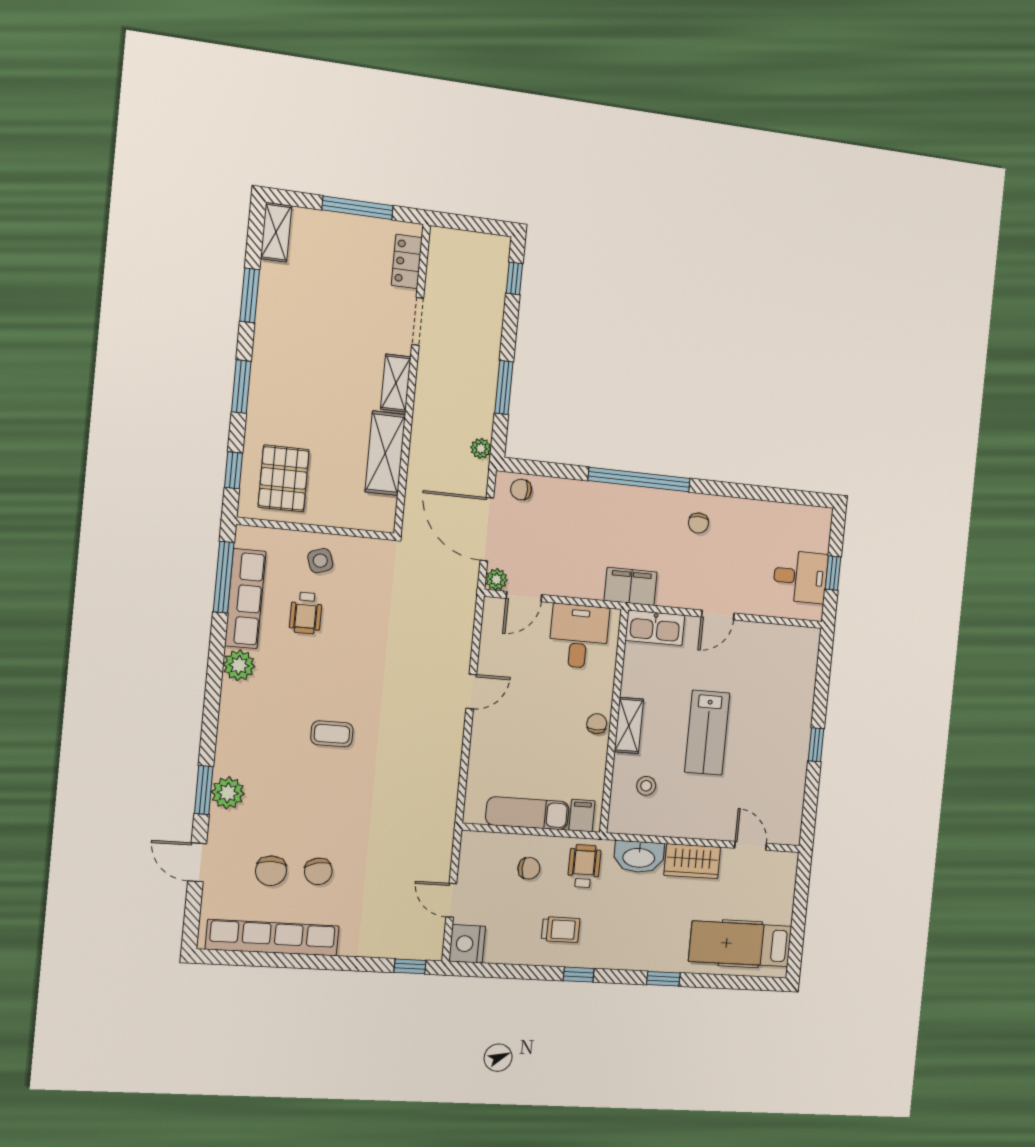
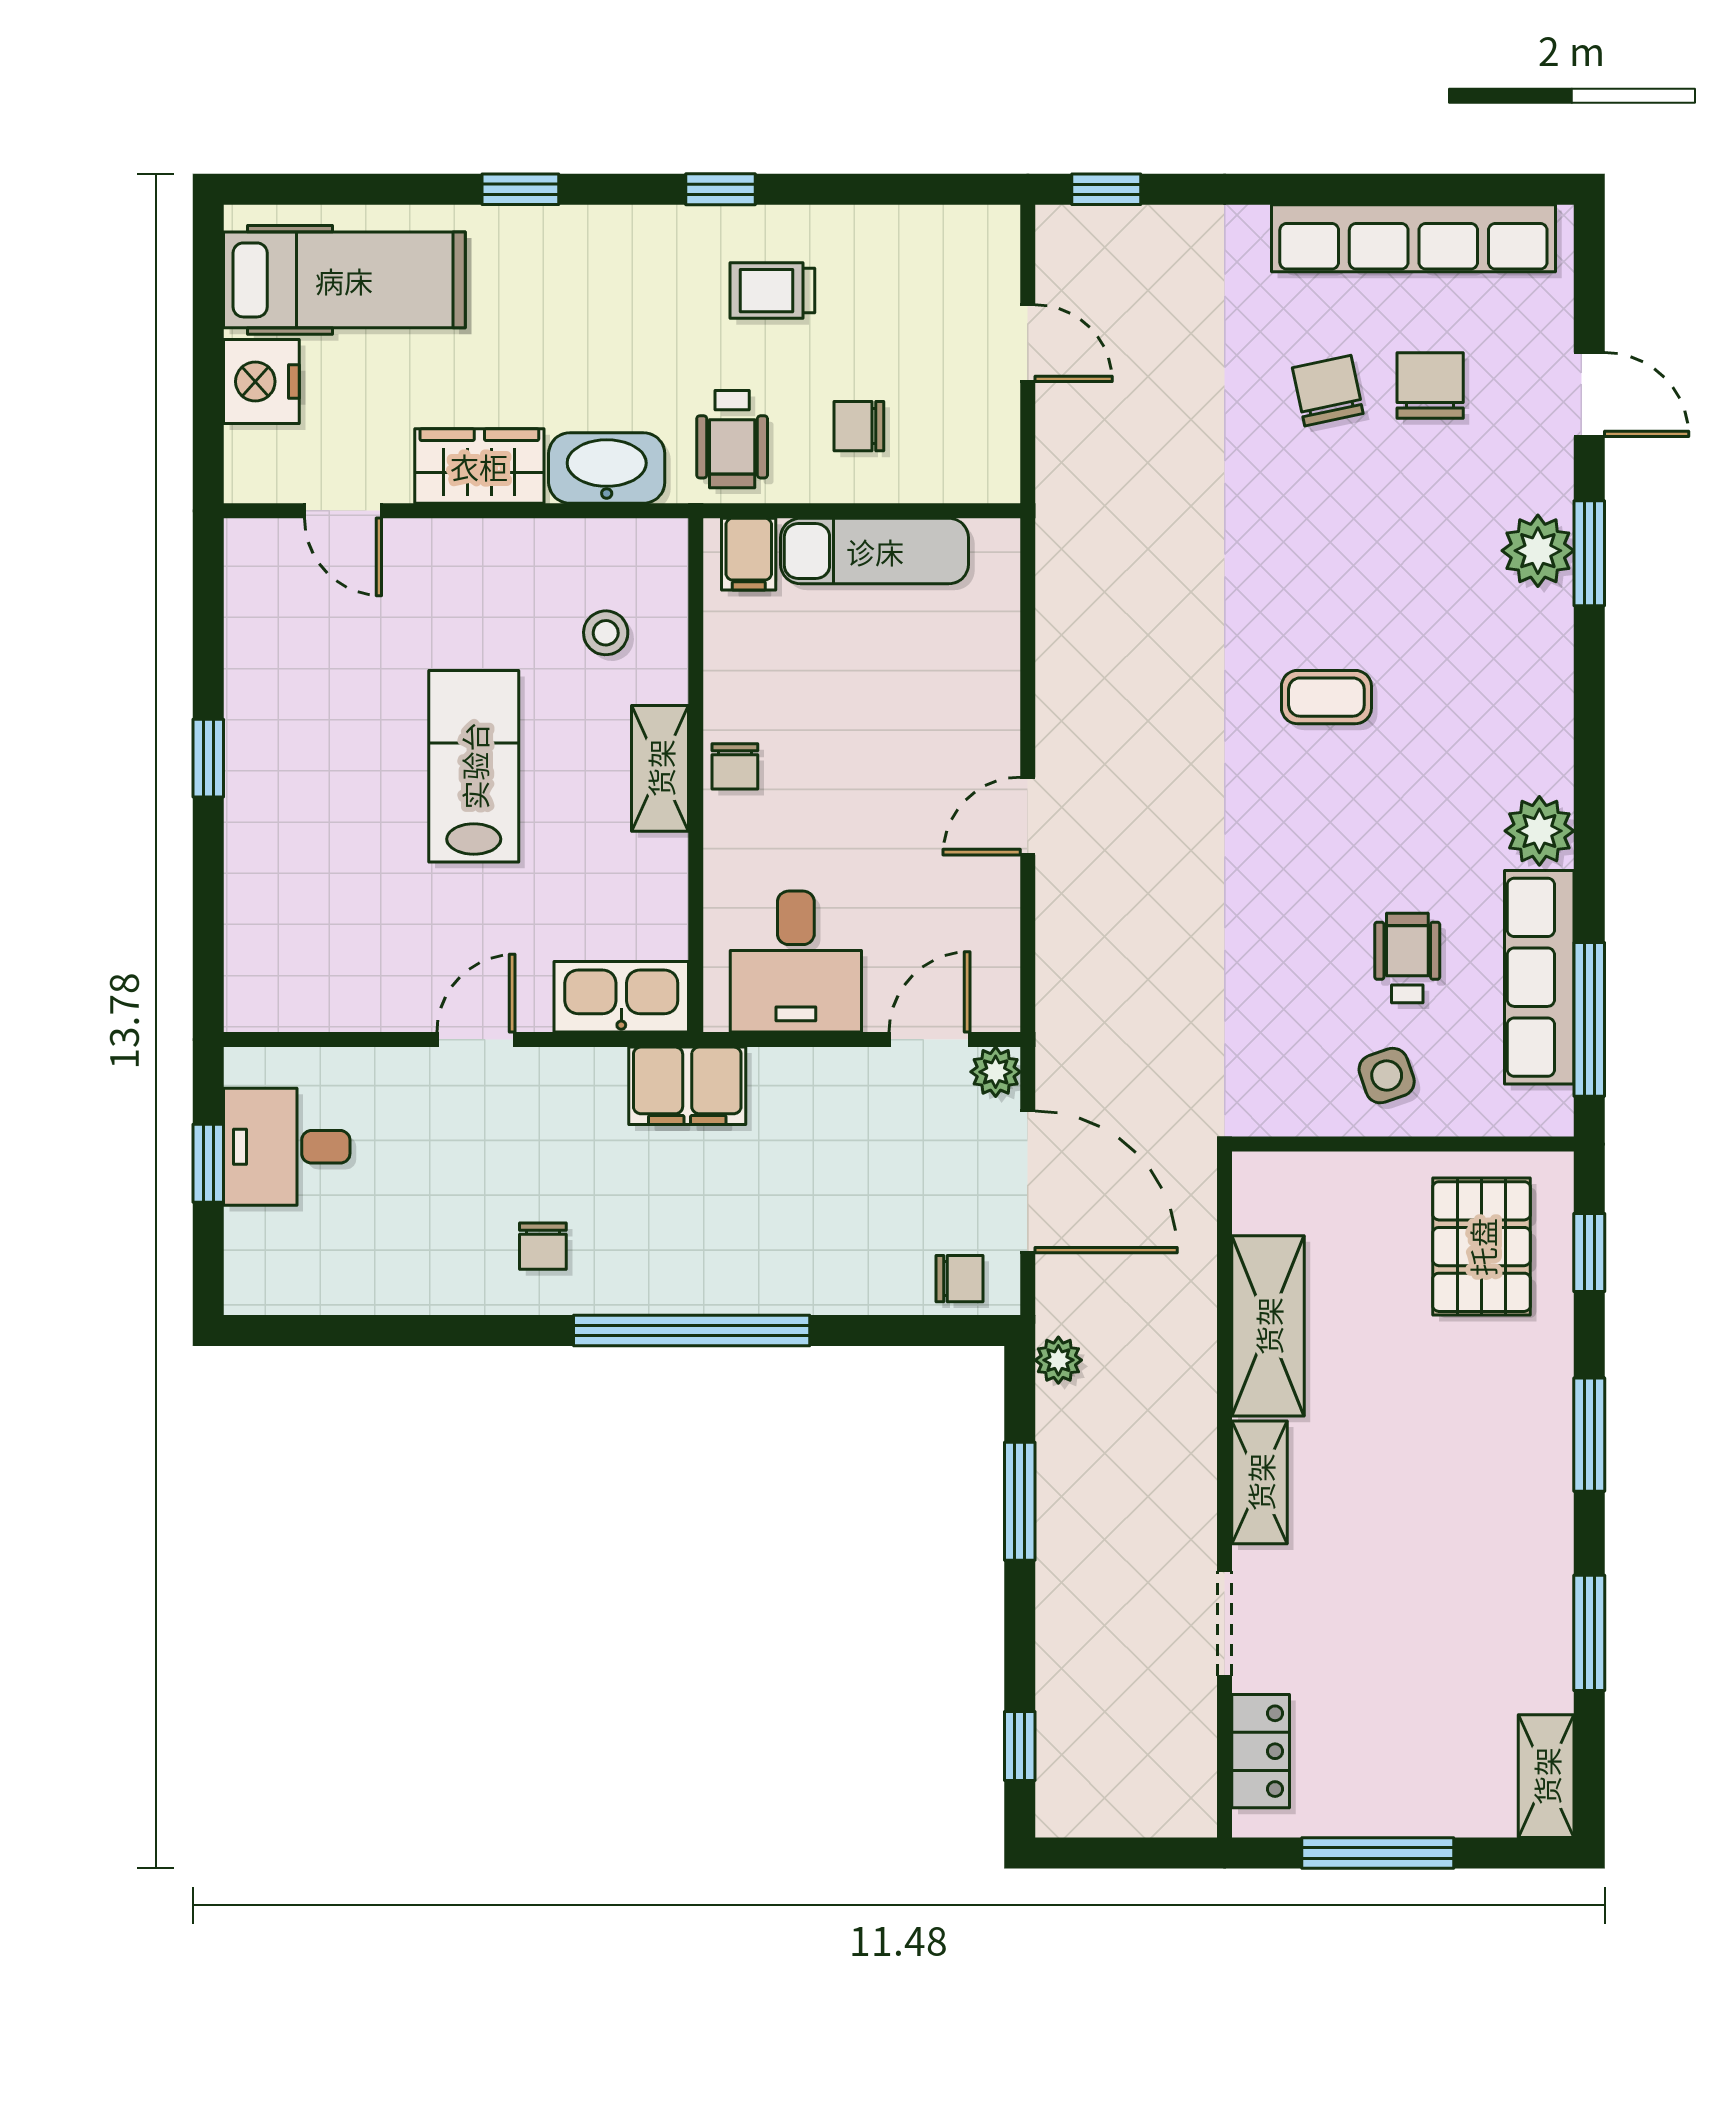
chair: (698, 523) -> (543, 1246), turned 180
nightstand: (467, 944) -> (261, 382), moved, turned 180

